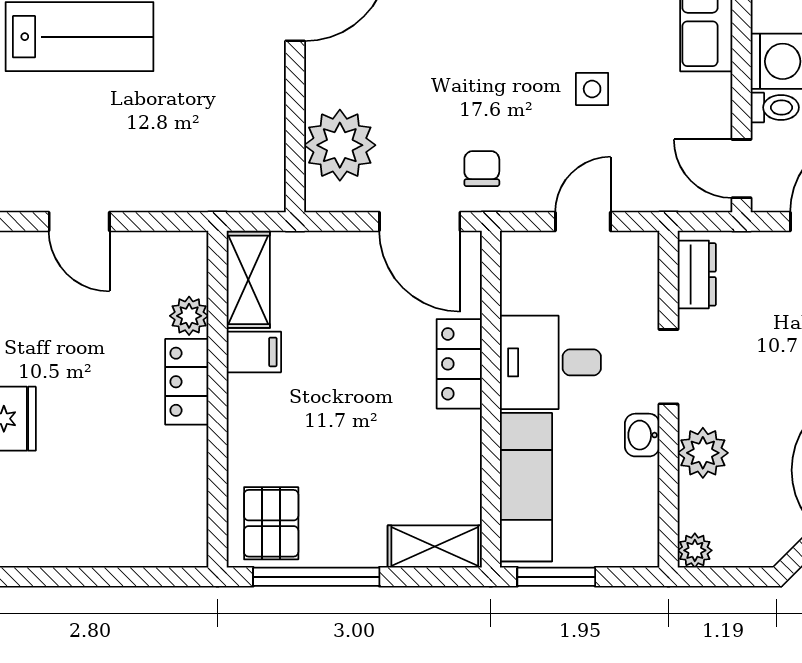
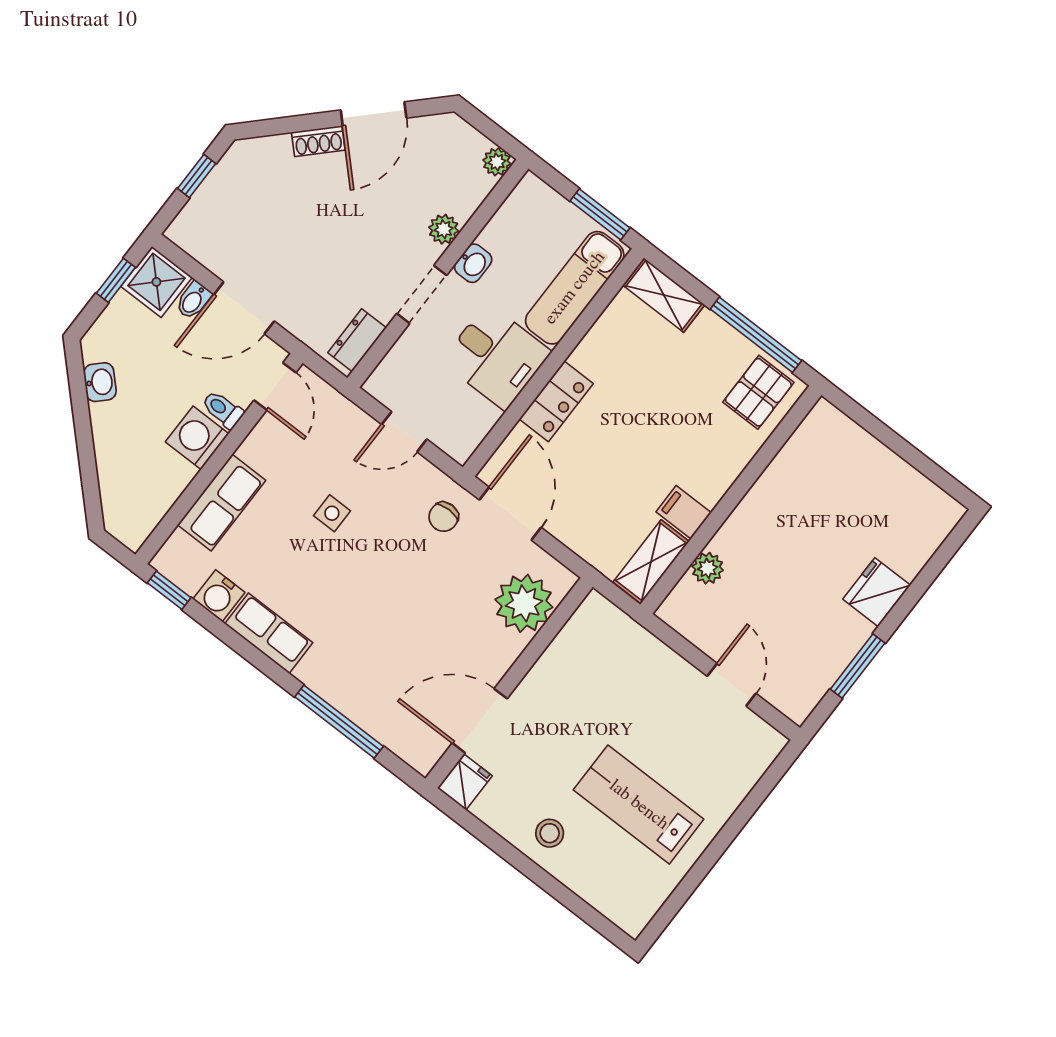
locker: (187, 382) -> (742, 526), removed
plant: (703, 453) -> (444, 229), width x0.73, depth x0.73

